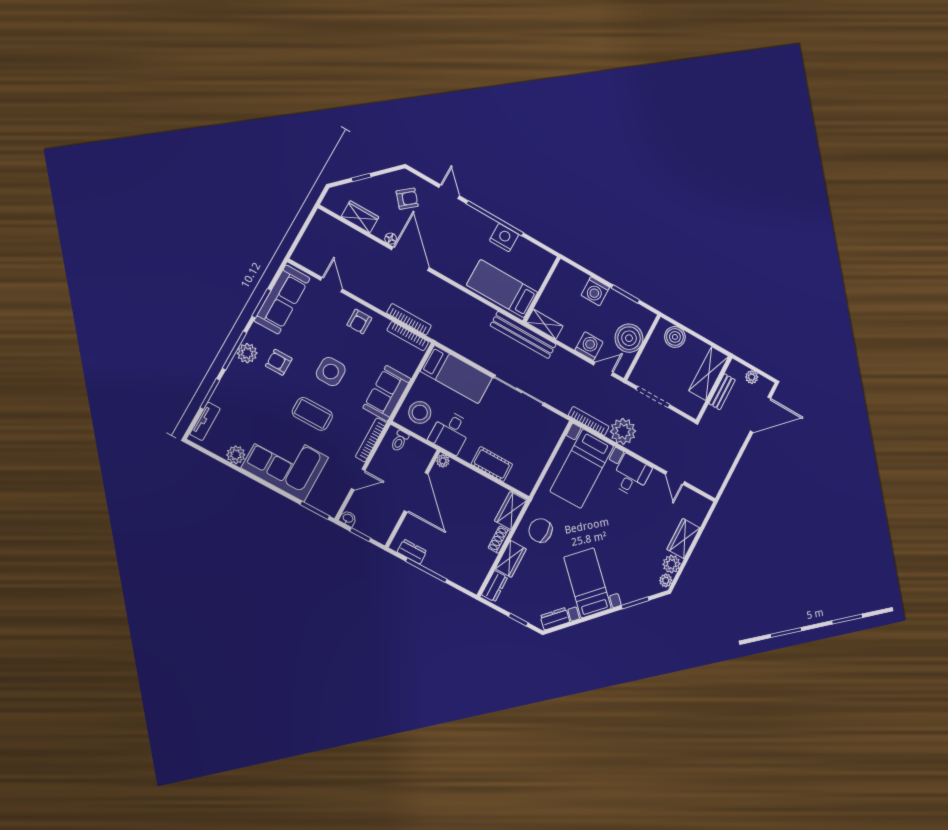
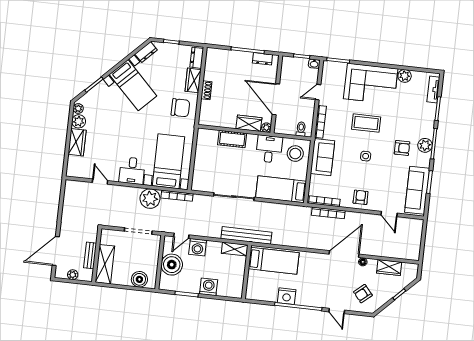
door: (410, 259) -> (344, 254), swing flipped
side table: (331, 372) -> (366, 156), width x0.54, depth x0.54
wardrobe: (511, 511) -> (249, 123), moved, turned -90

